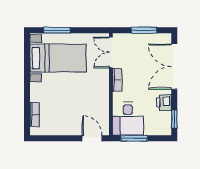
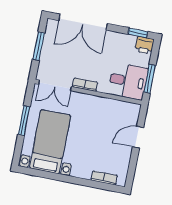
window: (57, 30) -> (24, 121), moved
printer: (164, 103) -> (144, 45), moved
door: (92, 138) -> (138, 137), moved

